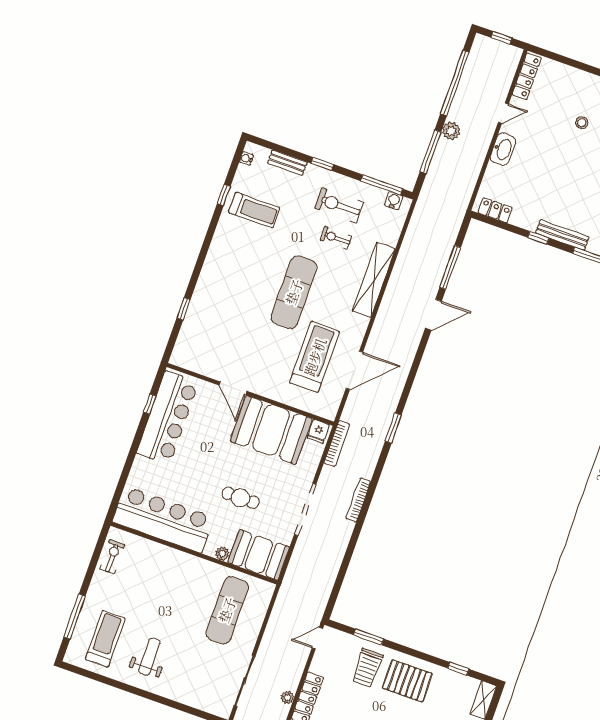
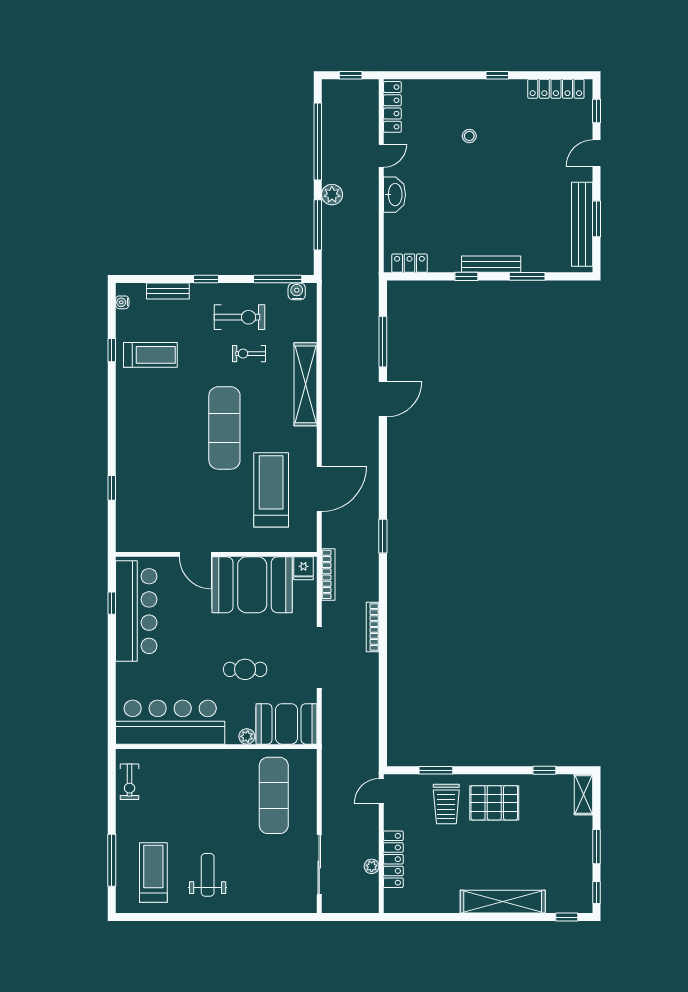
exercise bike: (339, 205) -> (240, 317), turned 180
exercise bike: (112, 557) -> (130, 782), turned 180

